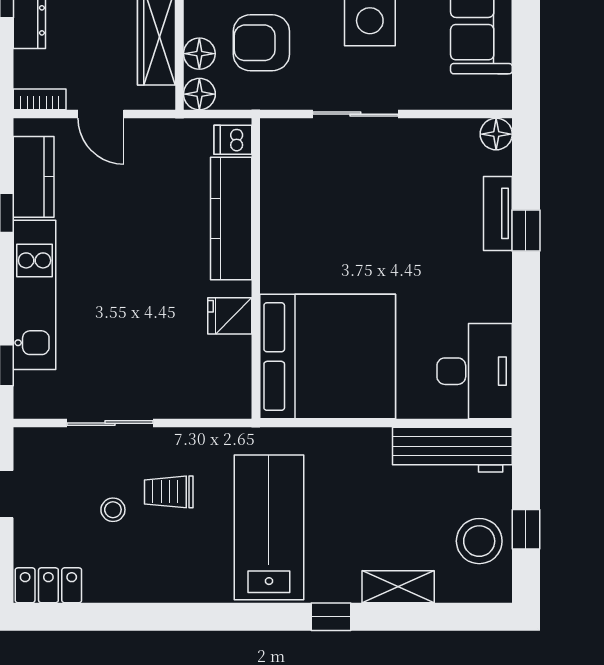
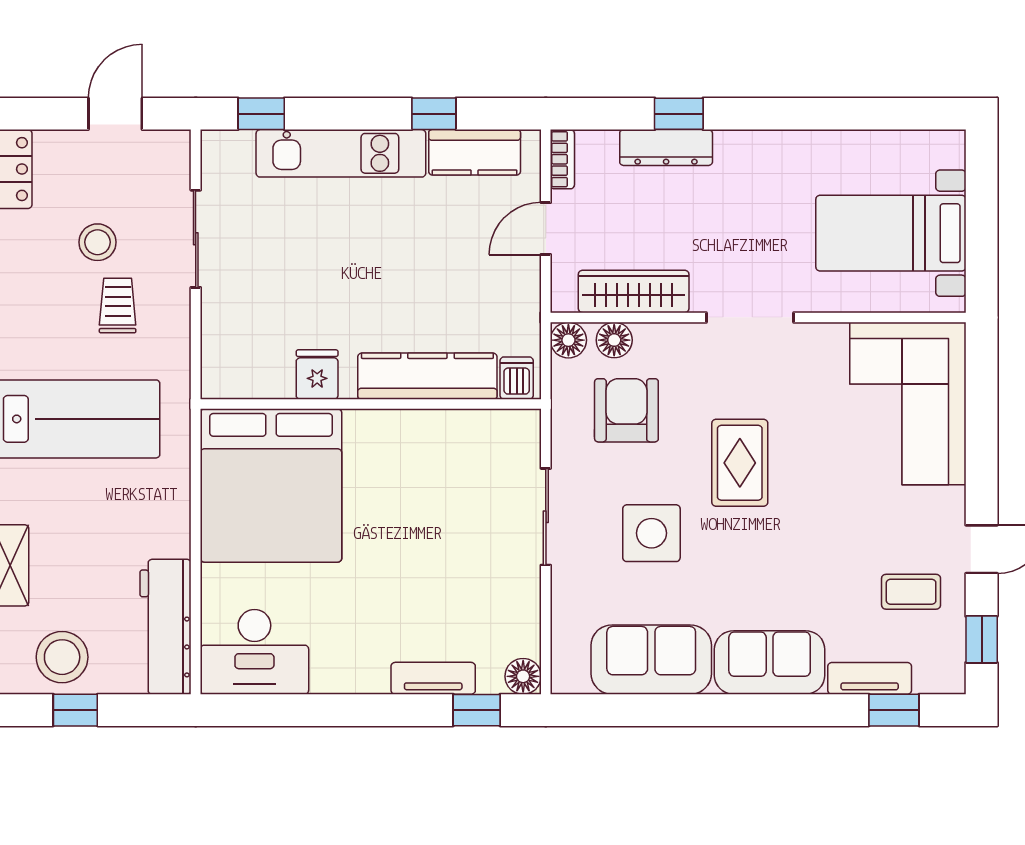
window: (526, 230) -> (477, 710), moved
stool: (113, 510) -> (97, 242), width x1.37, depth x1.37

